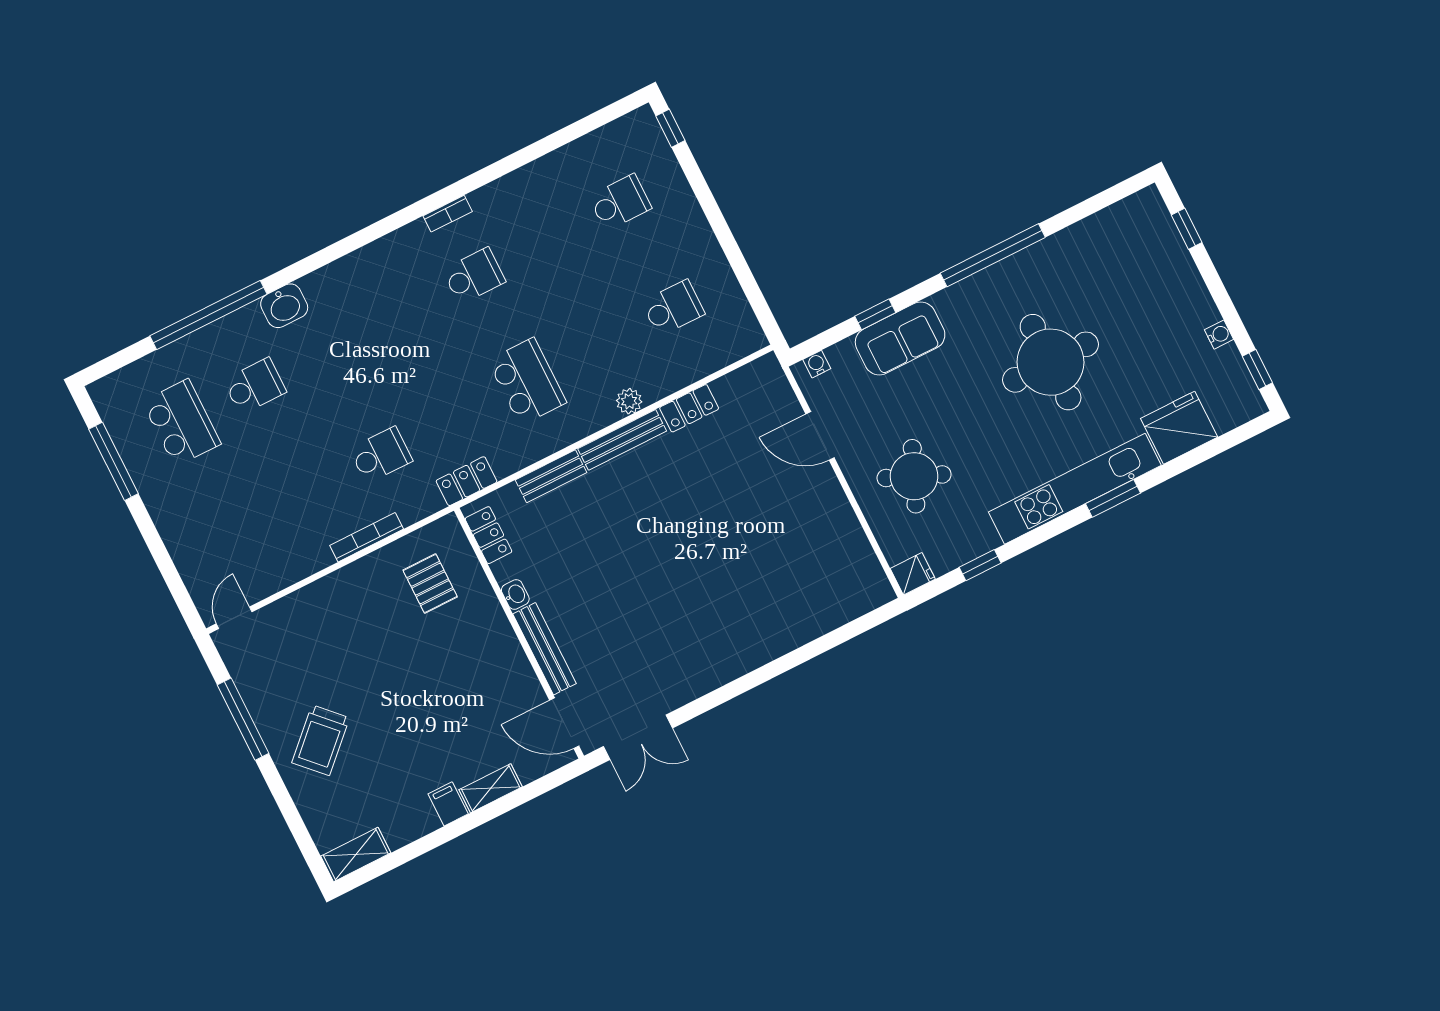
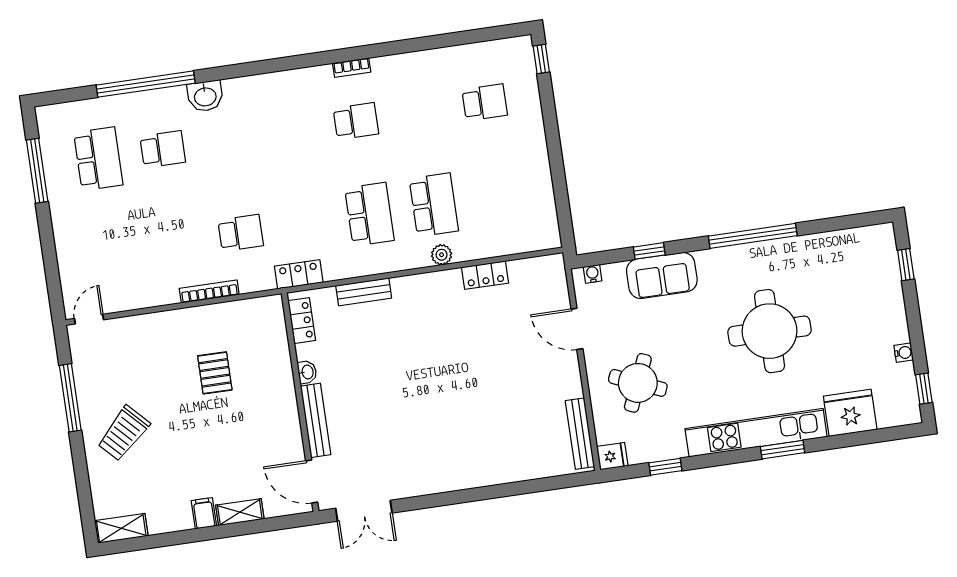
school desk: (673, 308) -> (434, 205), moved, width x1.85
bench: (622, 440) -> (580, 434), moved, turned 90
pallet: (430, 583) -> (215, 373), moved

